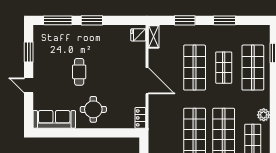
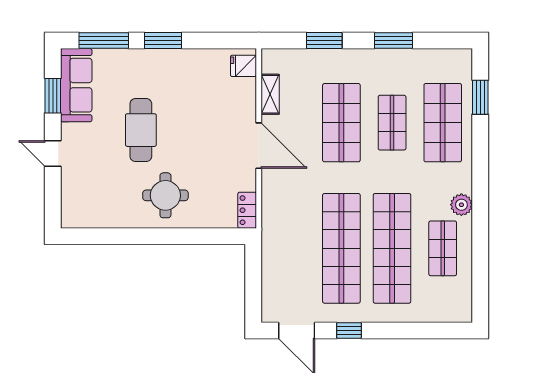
shelving: (154, 36) -> (270, 94), moved
cafe table: (79, 72) -> (141, 130), width x1.37, depth x1.35
sofa: (54, 119) -> (76, 85), moved, turned 90

